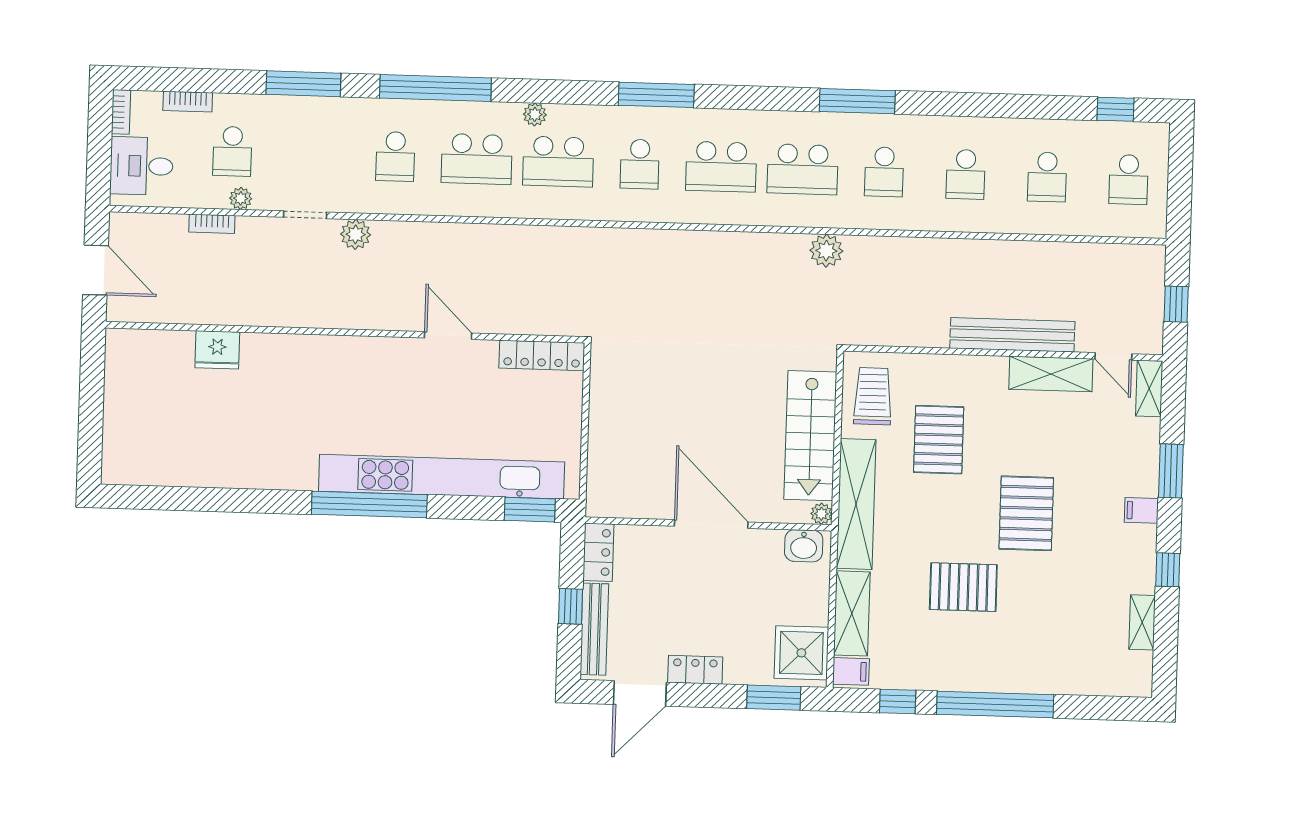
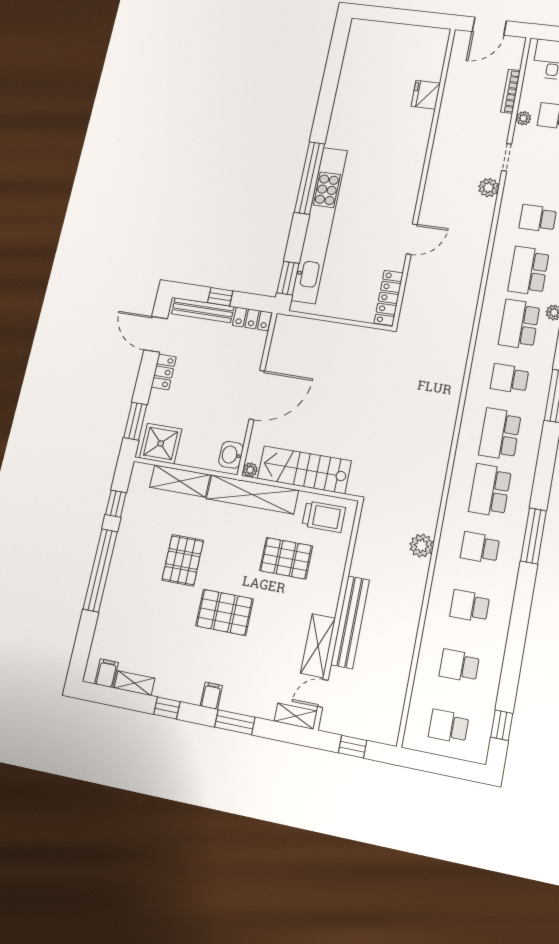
bookcase: (212, 224) -> (511, 91), width x1.56
plant: (826, 251) -> (421, 546), moved
filing cabinet: (851, 671) -> (106, 673), moved, turned 180

